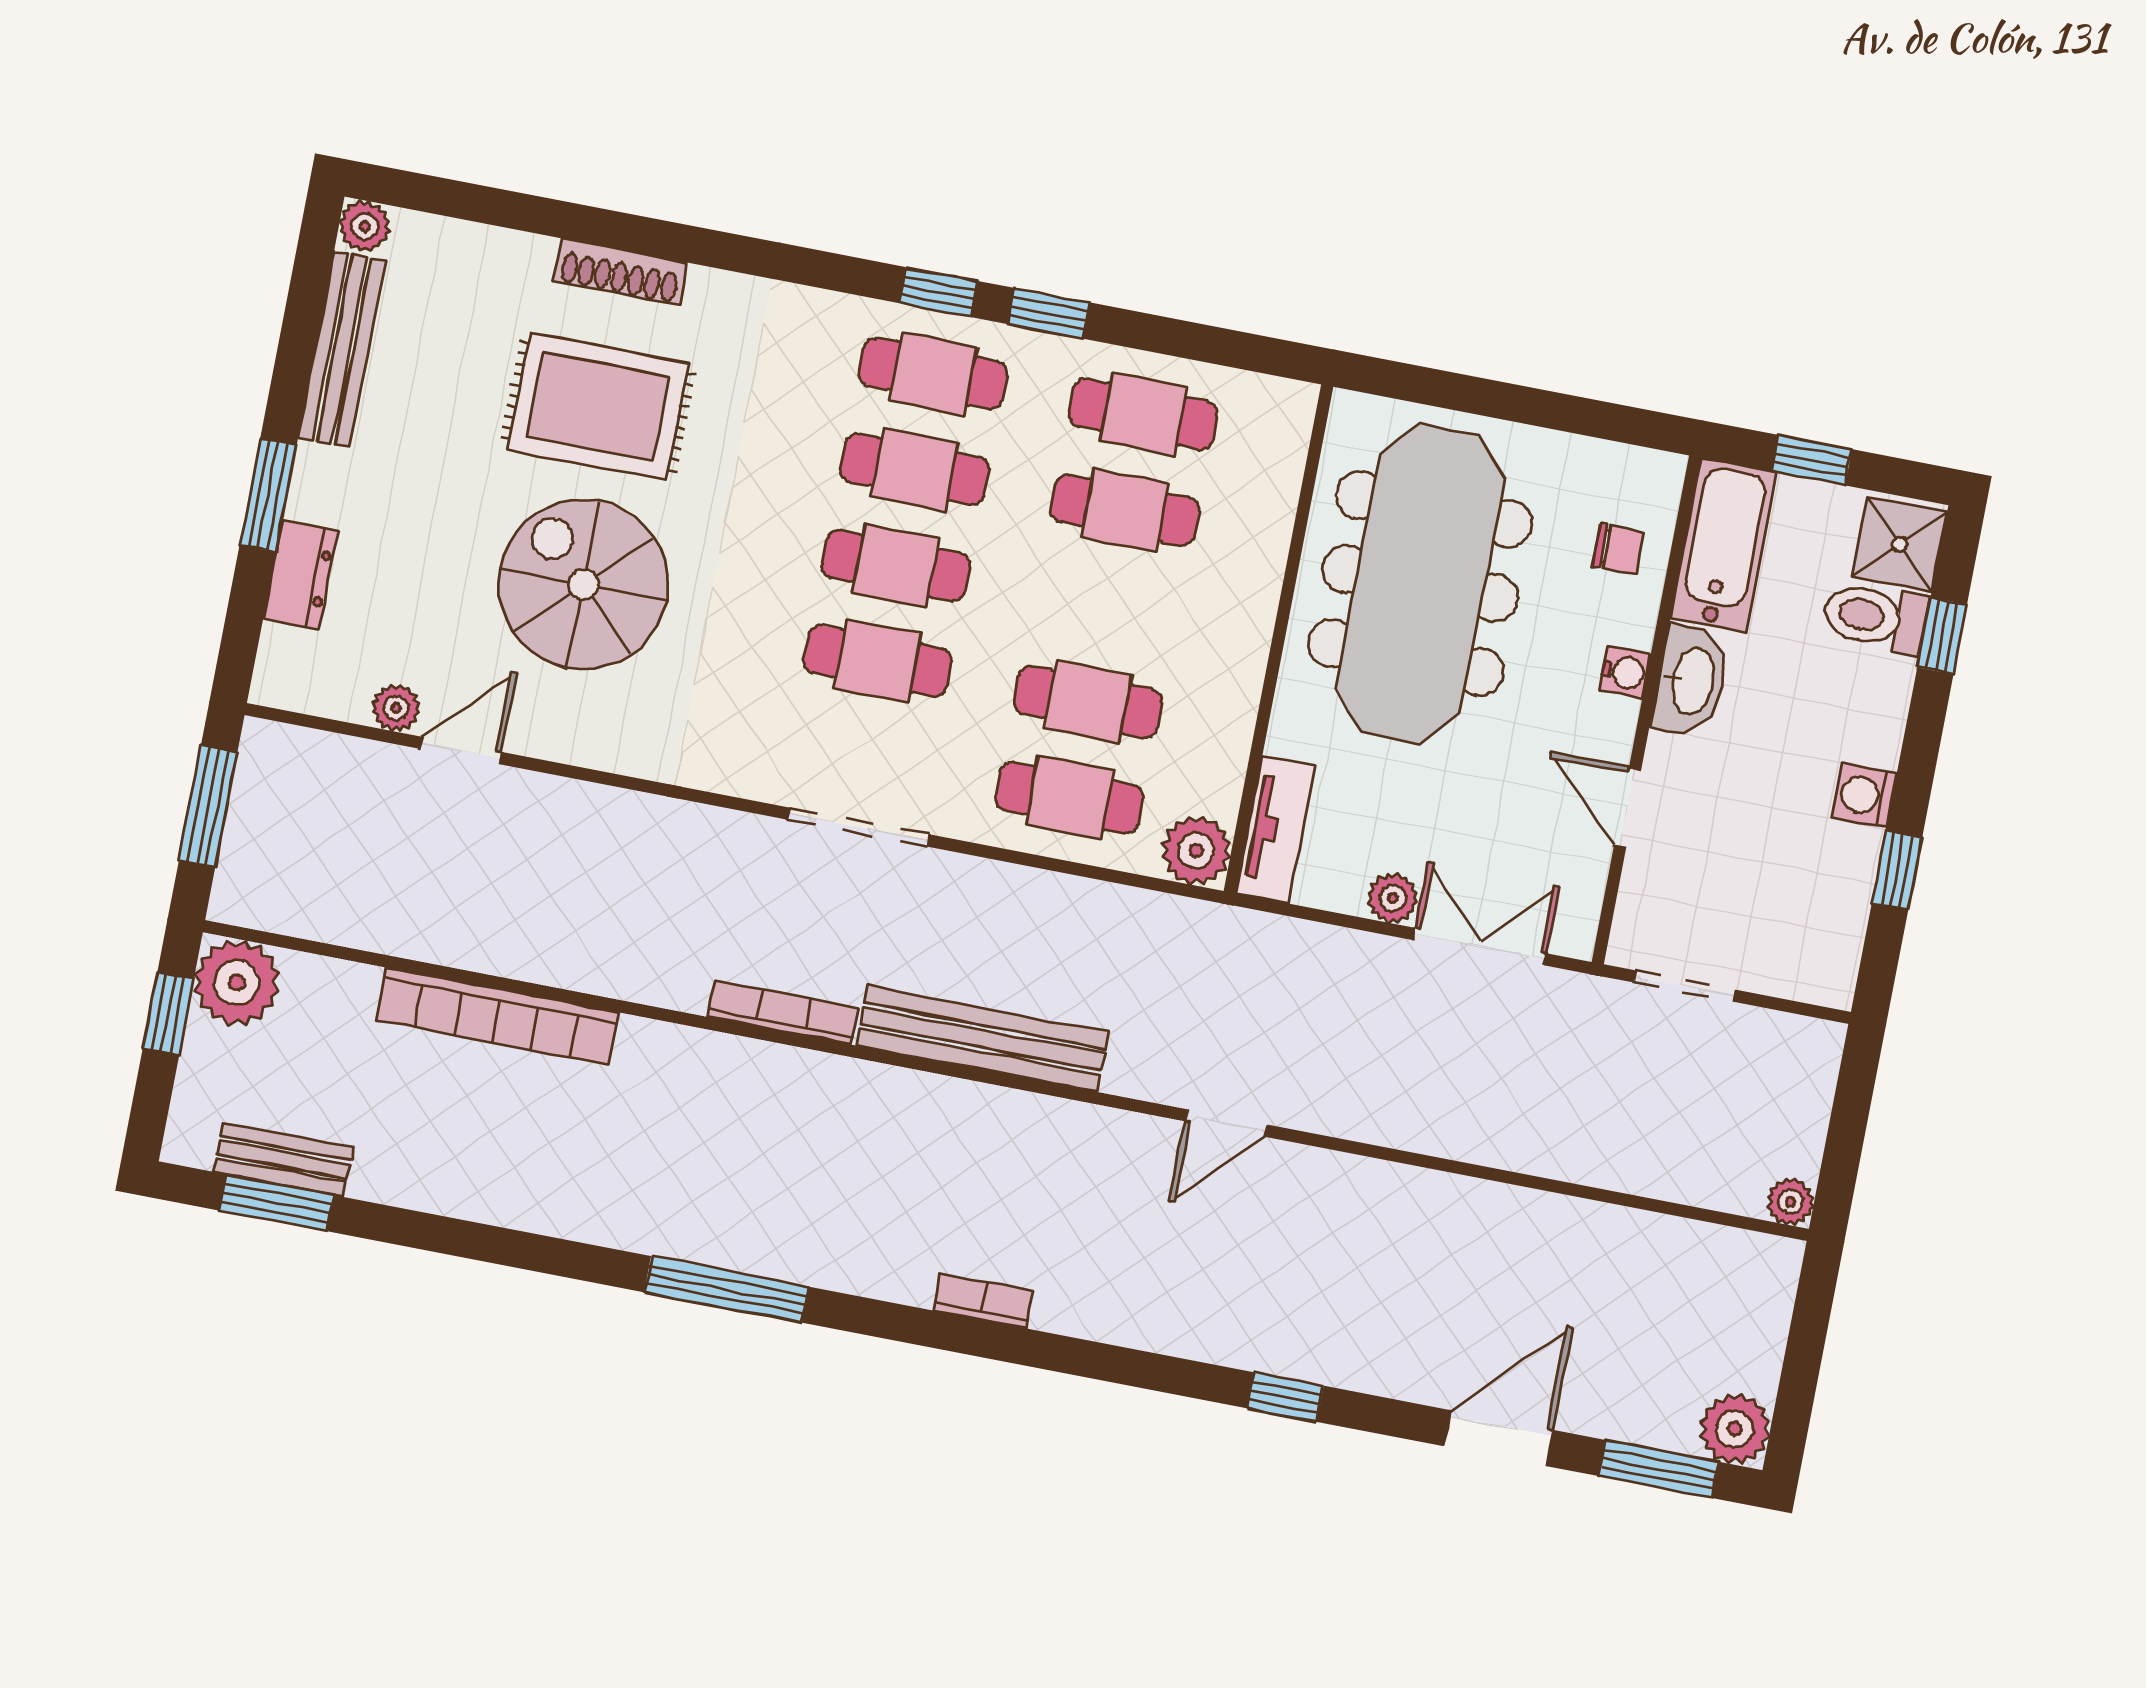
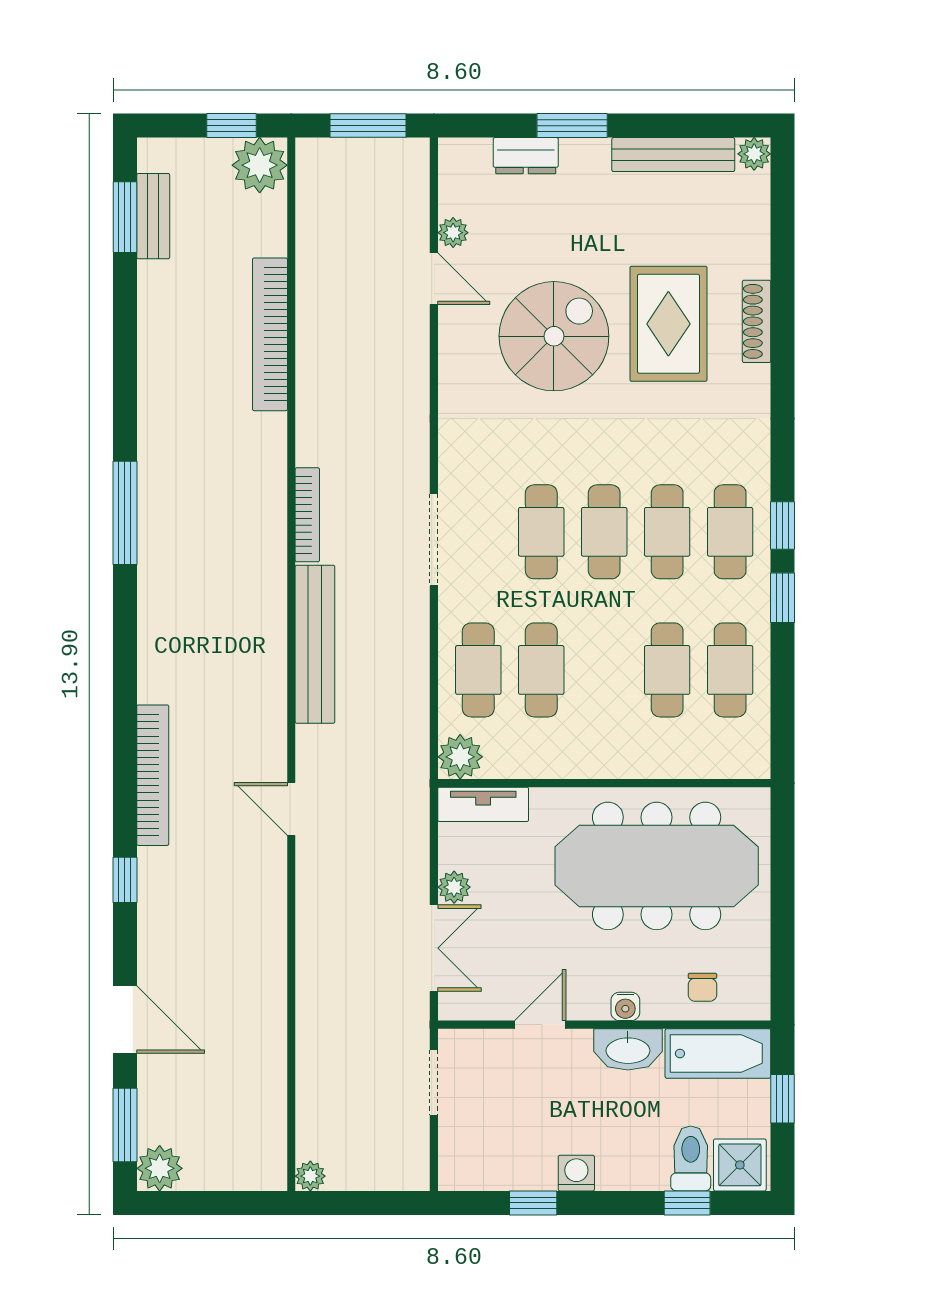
bookcase: (983, 1301) -> (153, 775), moved, width x2.31, depth x1.31

